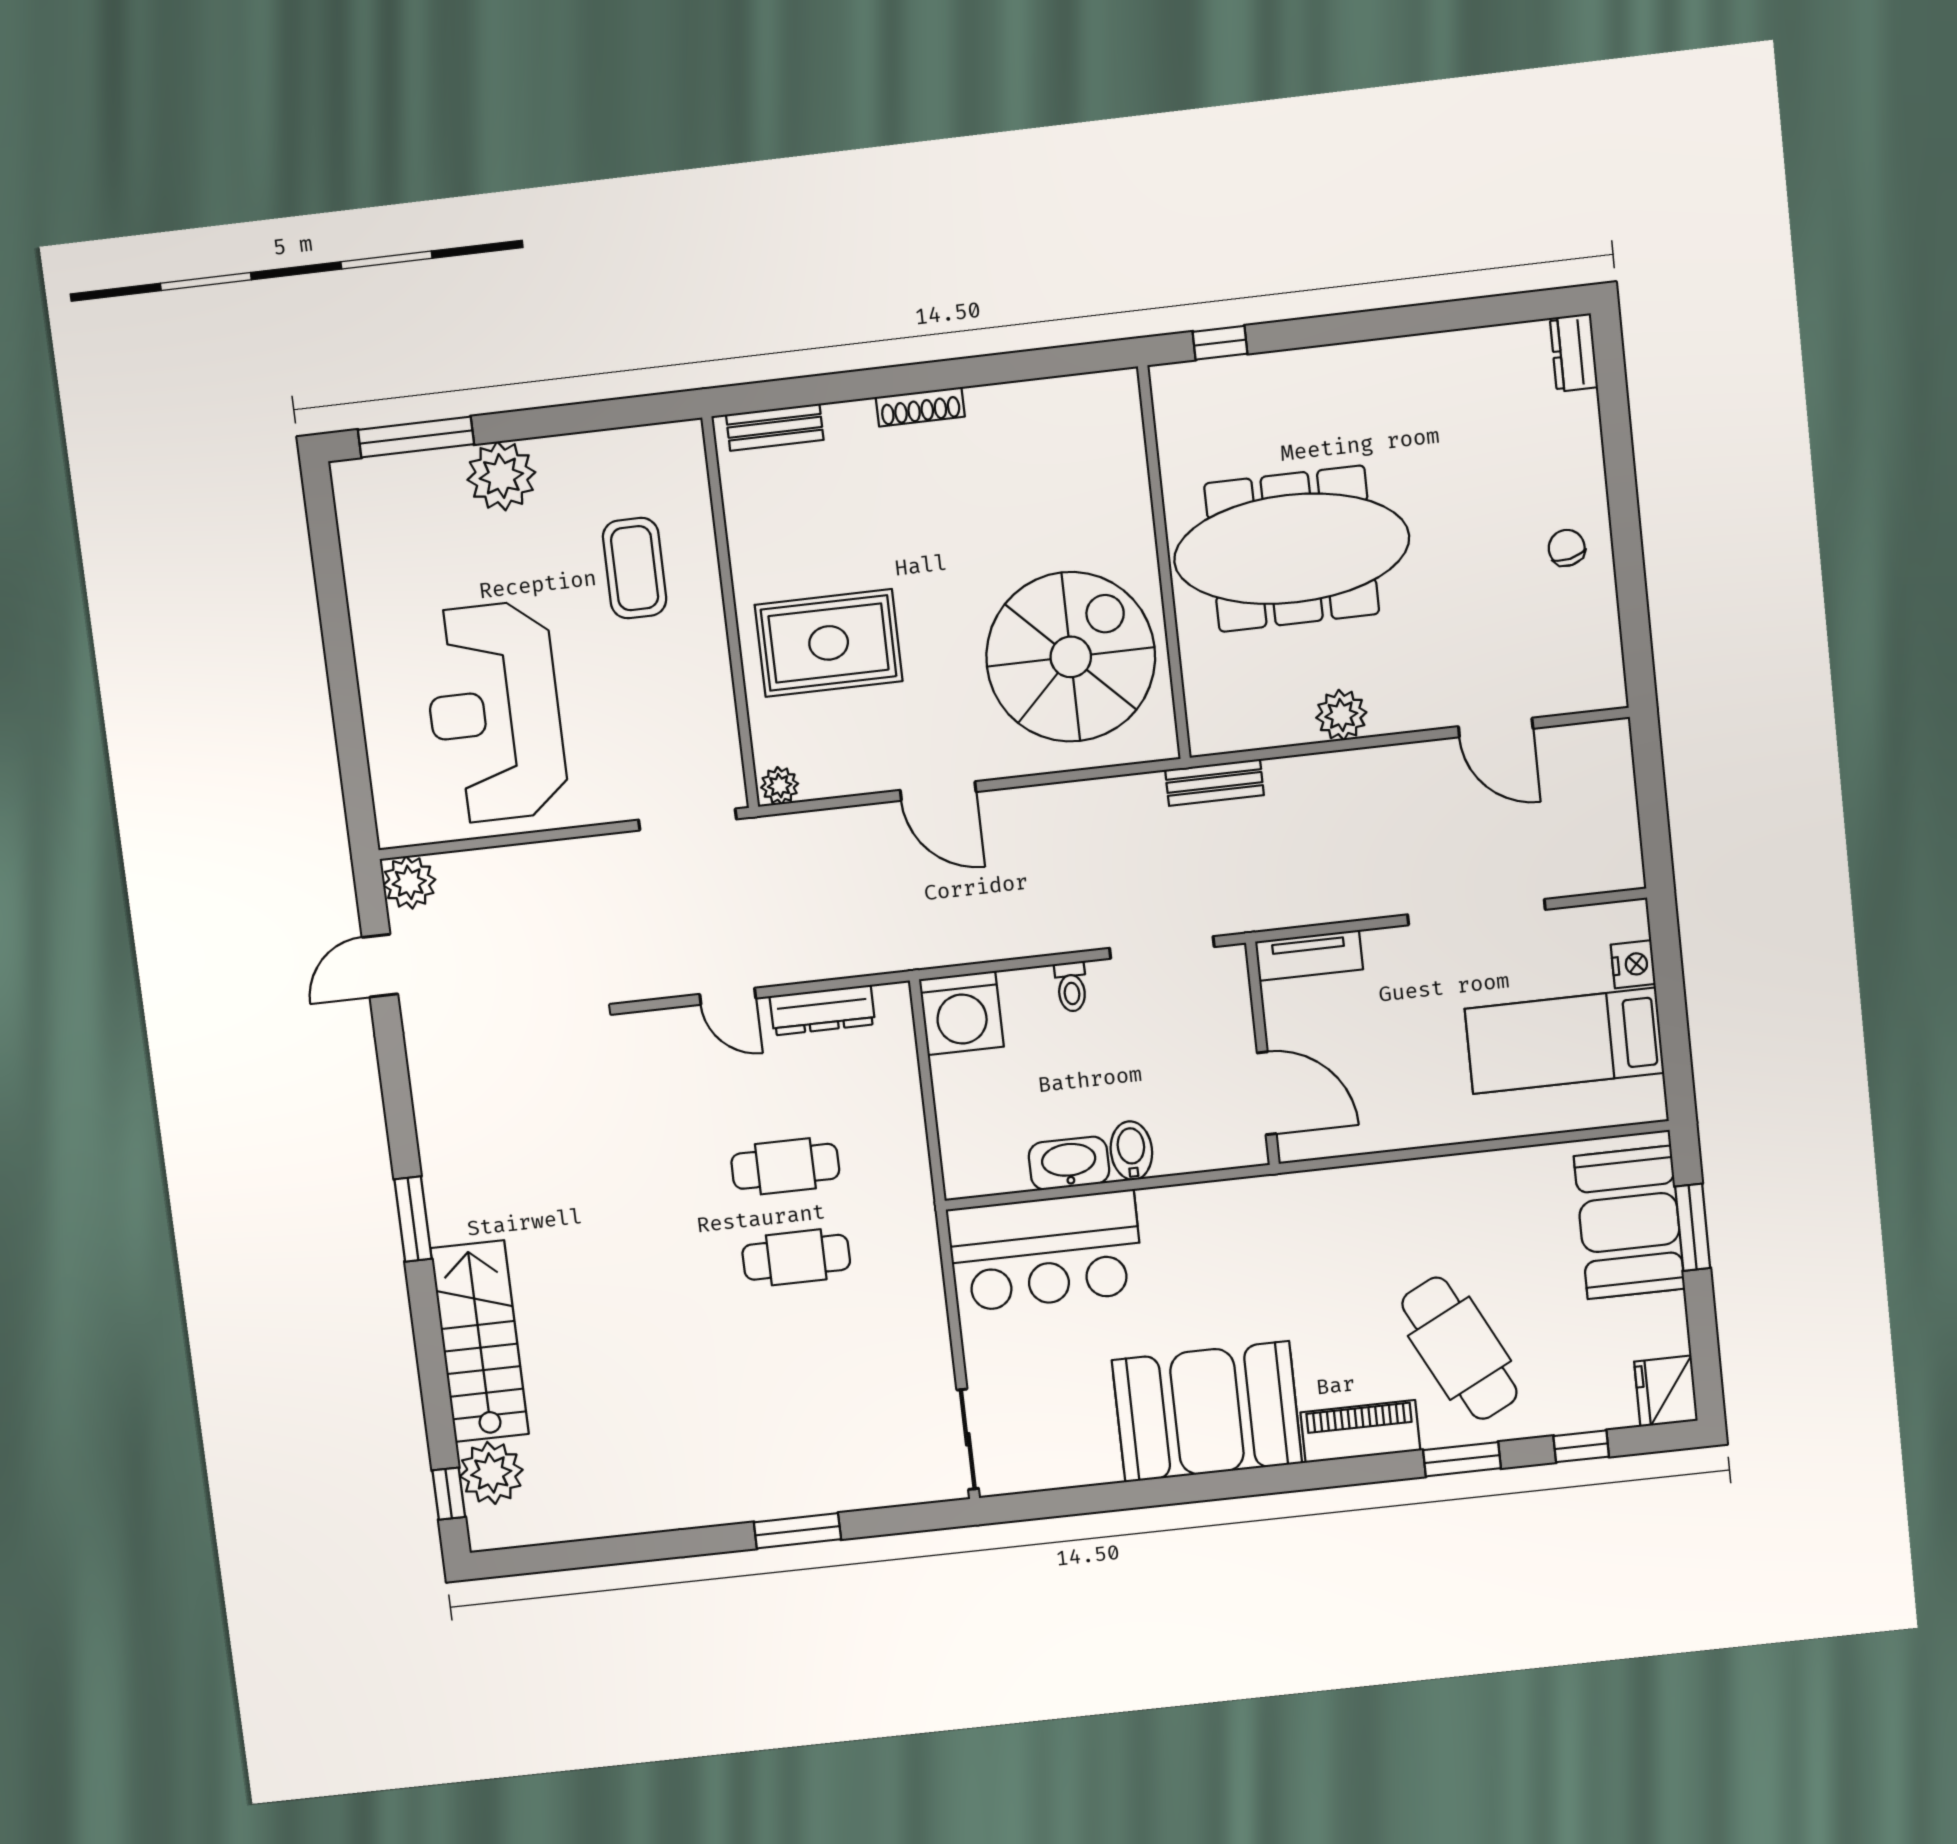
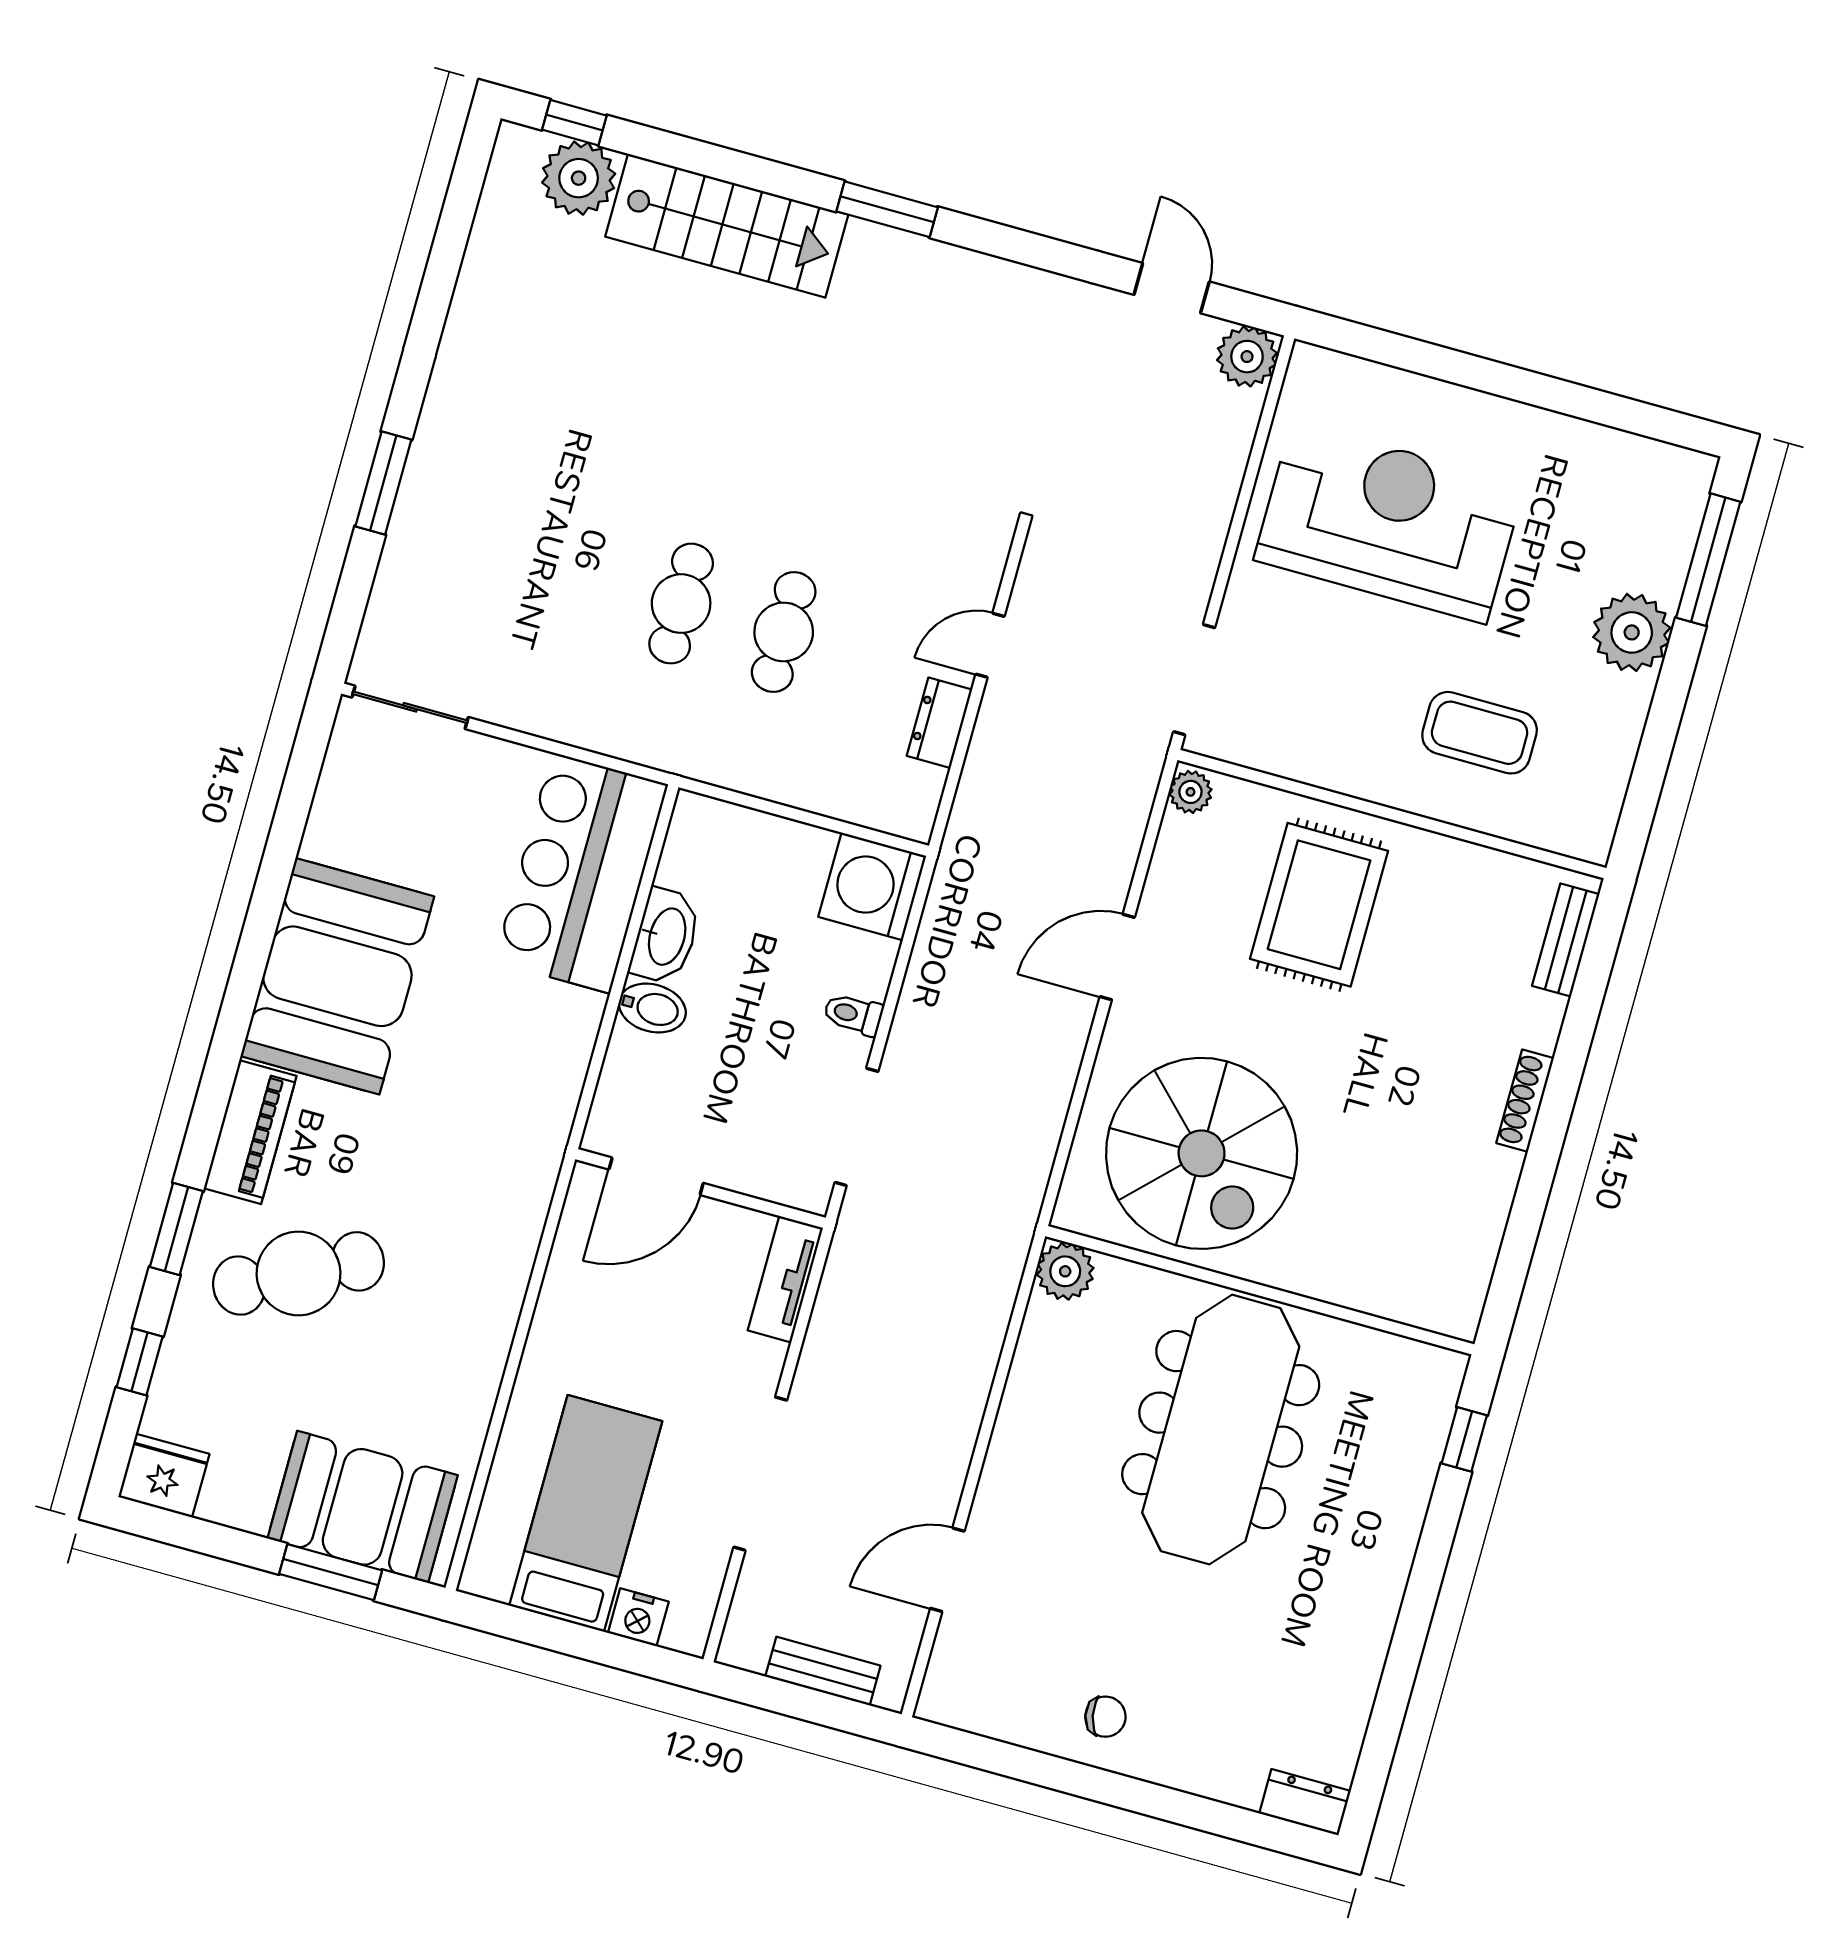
plant: (1341, 715) -> (1065, 1271), moved
bench: (1214, 782) -> (823, 1671), moved, turned 90
dresser: (822, 1010) -> (939, 723), width x0.70

